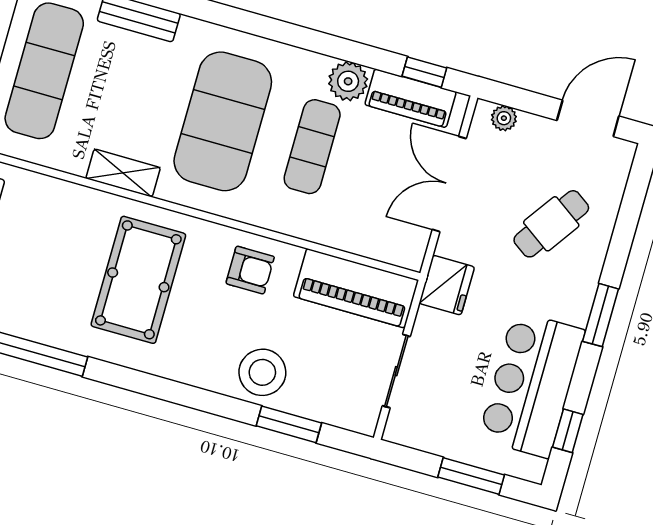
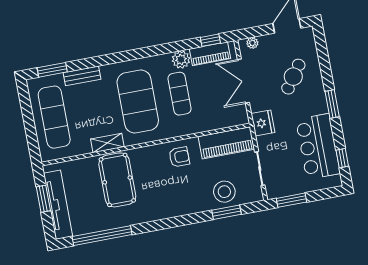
pool table: (138, 280) -> (117, 180), moved
stool: (262, 372) -> (224, 192), moved
window: (471, 476) -> (291, 200), moved

